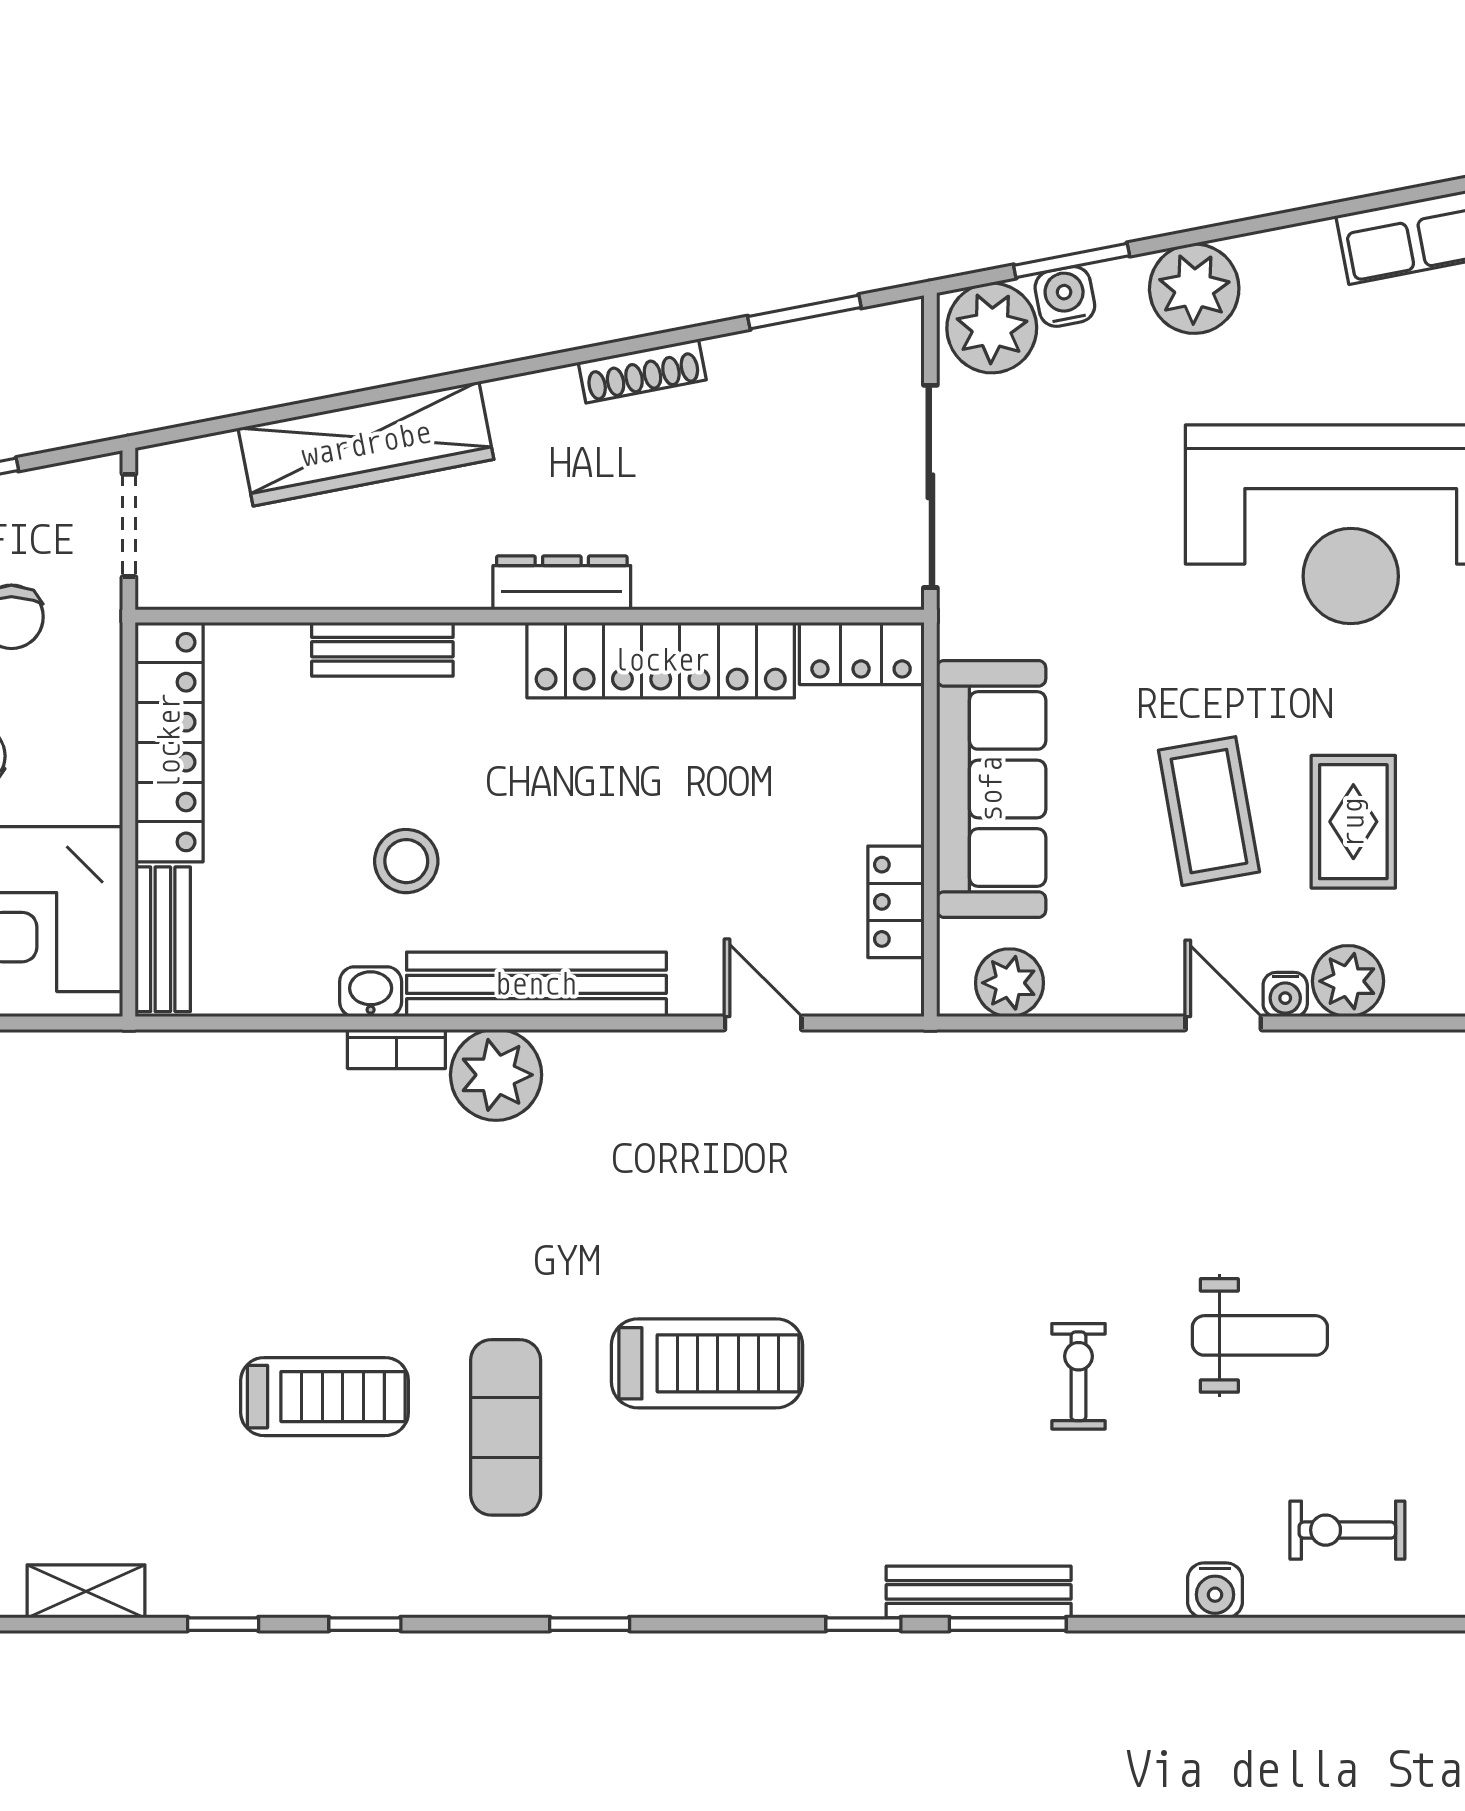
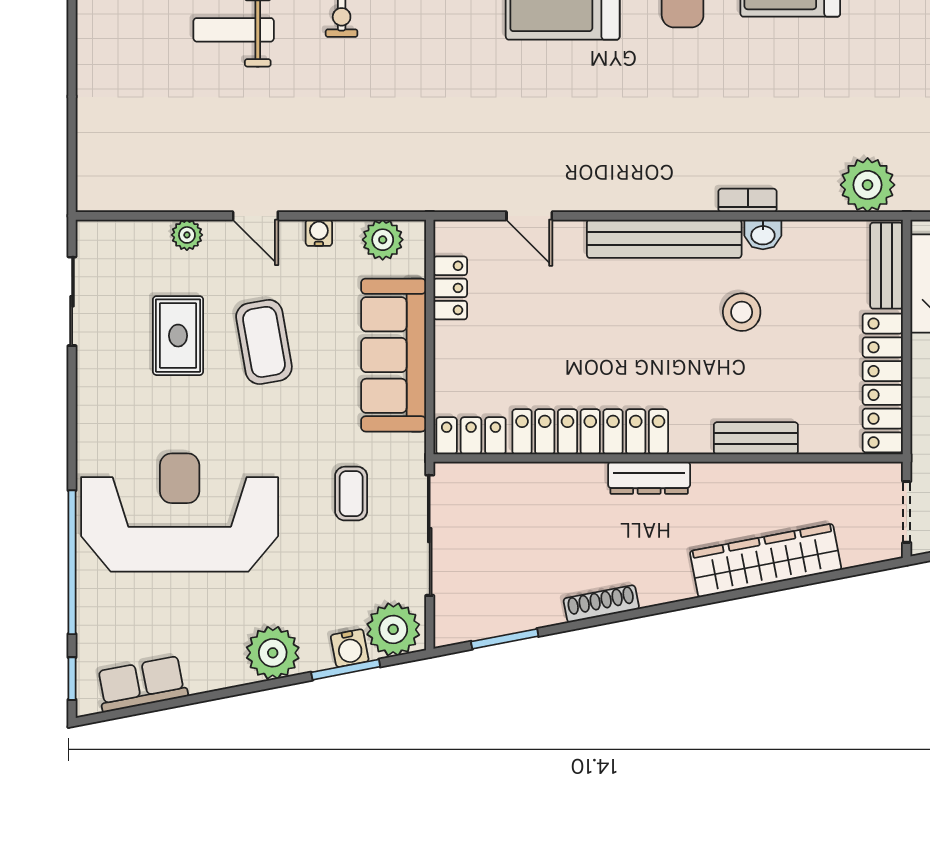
coffee table: (1063, 556) -> (351, 494), added
plant: (1348, 981) -> (187, 235), width x0.73, depth x0.73
water cooler: (1285, 995) -> (319, 233), moved
plant: (496, 1075) -> (868, 185), moved

